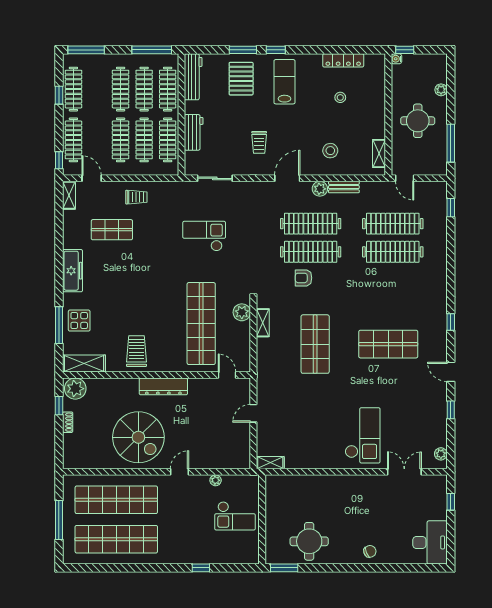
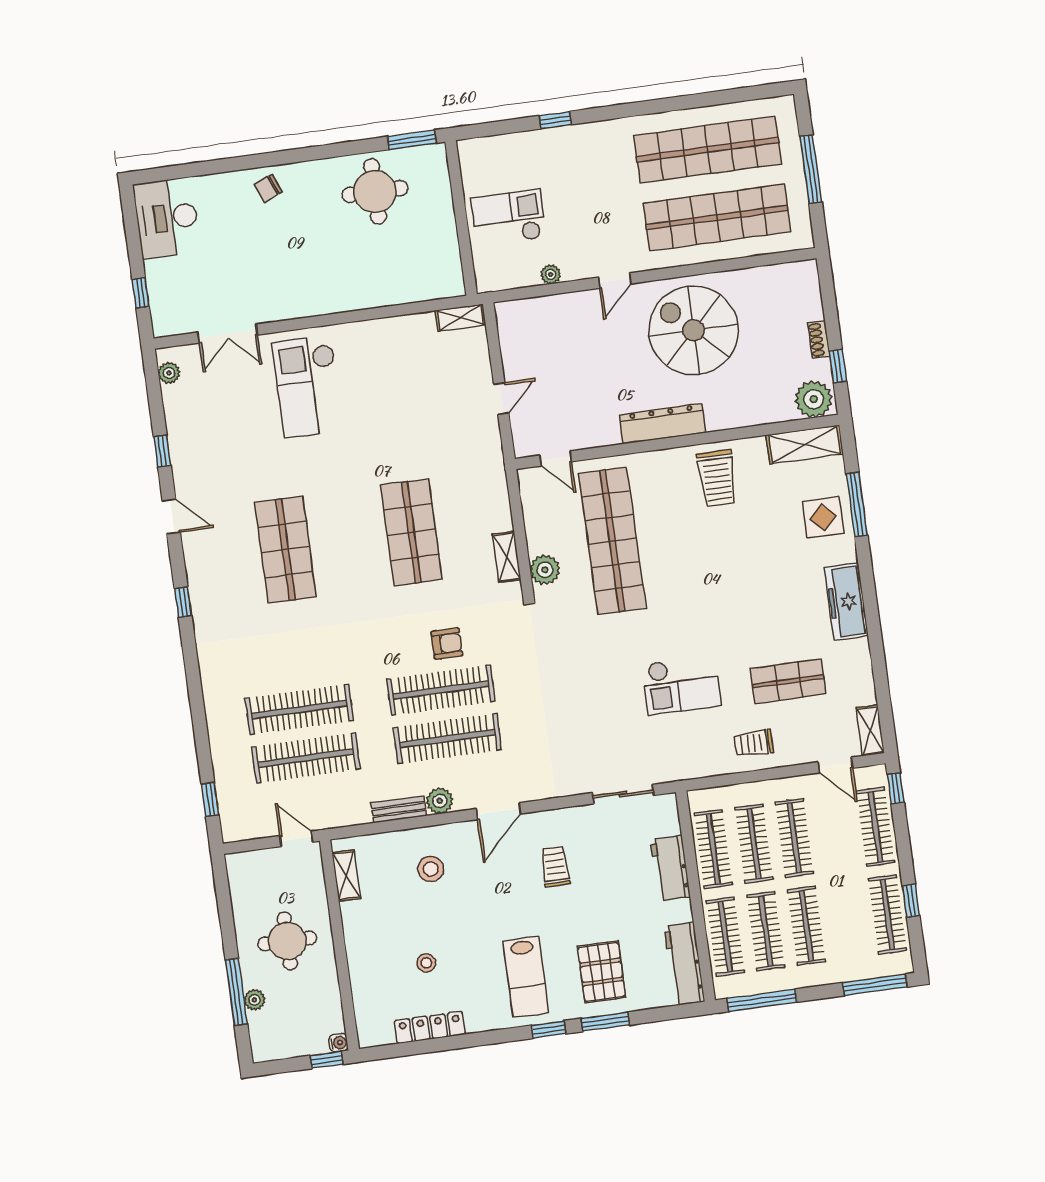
window: (451, 143) -> (236, 992), moved
checkout: (204, 236) -> (682, 685), moved
shop shelf: (388, 344) -> (285, 550), turned 90

